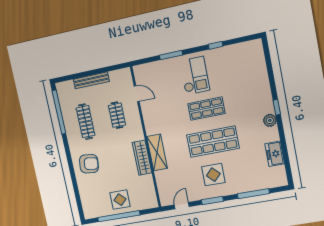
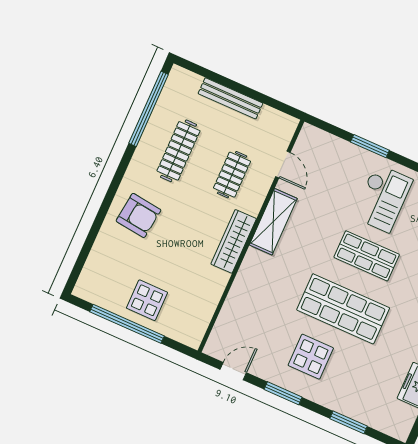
shelving: (157, 152) -> (273, 222), moved
wardrobe: (142, 158) -> (234, 241), moved
window: (253, 194) -> (348, 422), width x0.69

